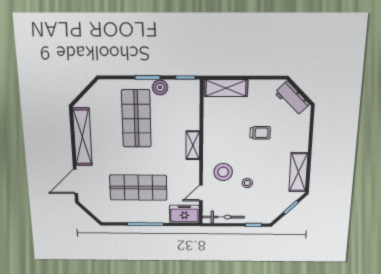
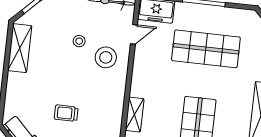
trolley: (260, 133) -> (66, 113), moved
shelving: (193, 145) -> (135, 115), moved

